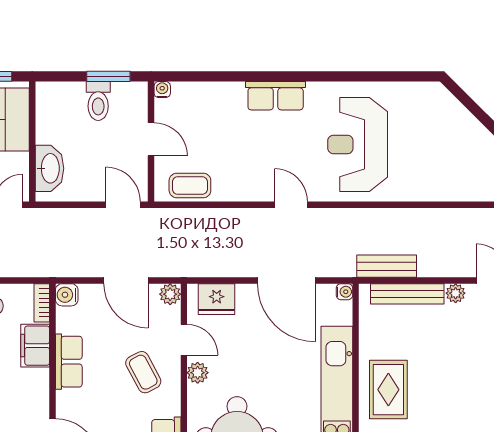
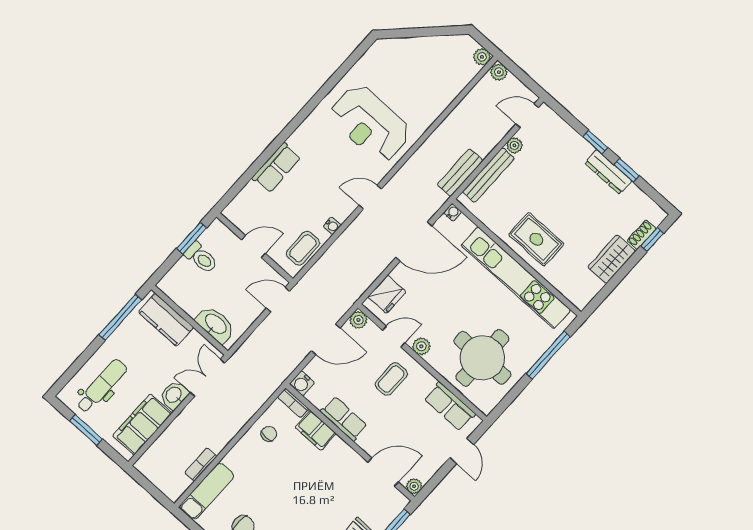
water cooler: (162, 90) -> (332, 226), moved, turned 180
row of seats: (276, 96) -> (276, 168), moved
coffee table: (143, 372) -> (391, 379), turned -62

